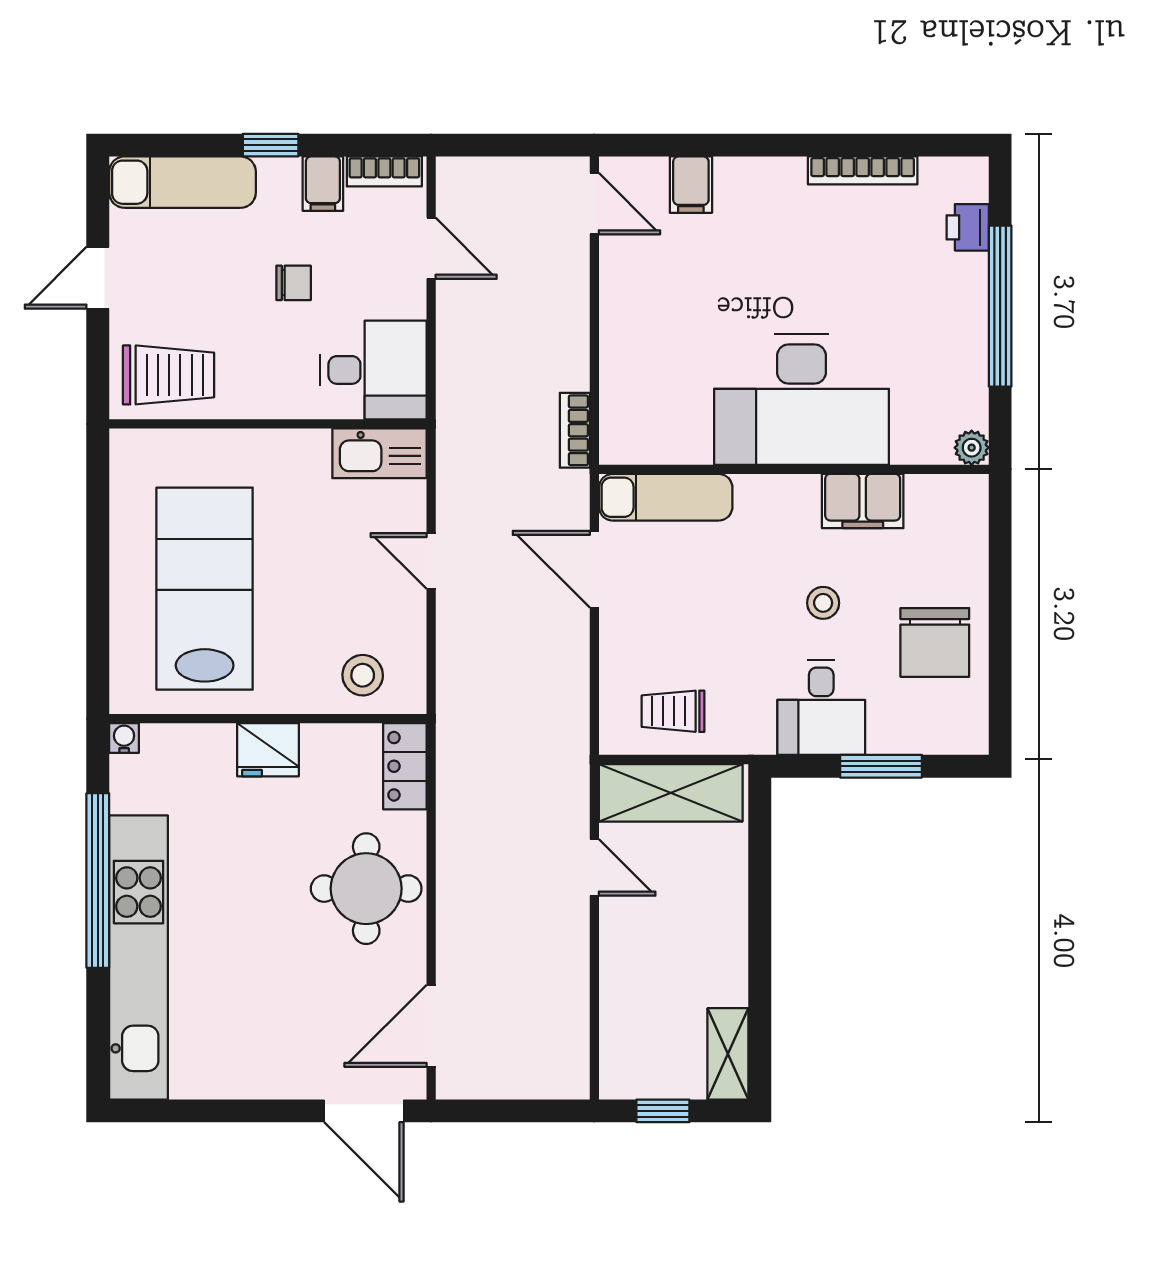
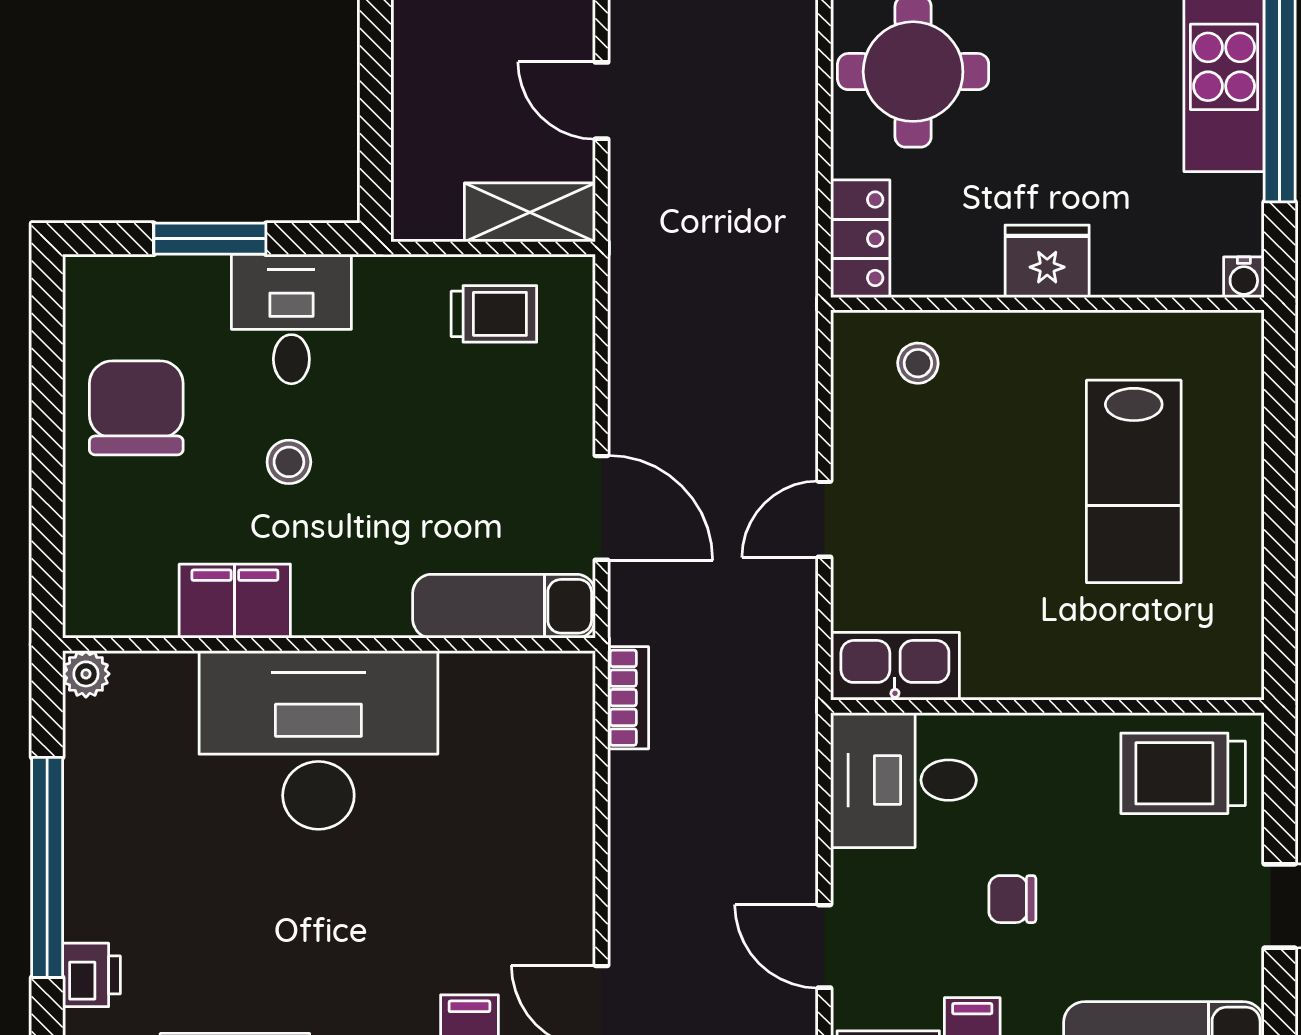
door: (431, 561) -> (824, 519), swing flipped
lab bench: (205, 589) -> (1134, 481), width x0.73, depth x0.72
stool: (363, 675) -> (918, 363), width x0.73, depth x0.73
shelving: (671, 793) -> (530, 212), width x0.67, depth x0.75

